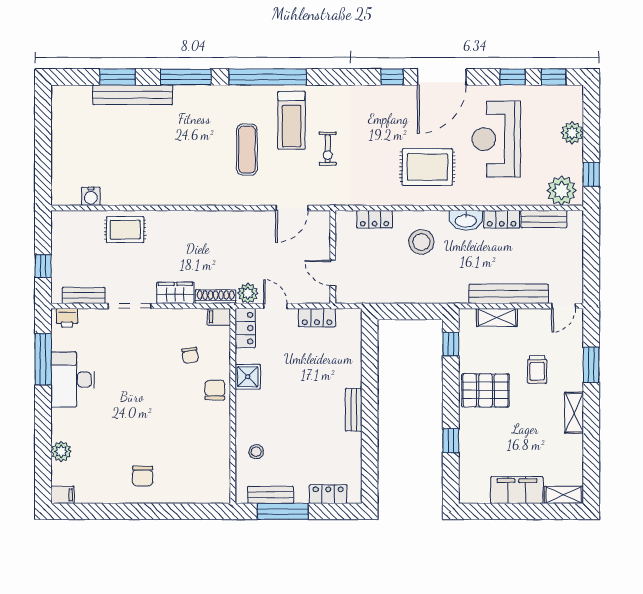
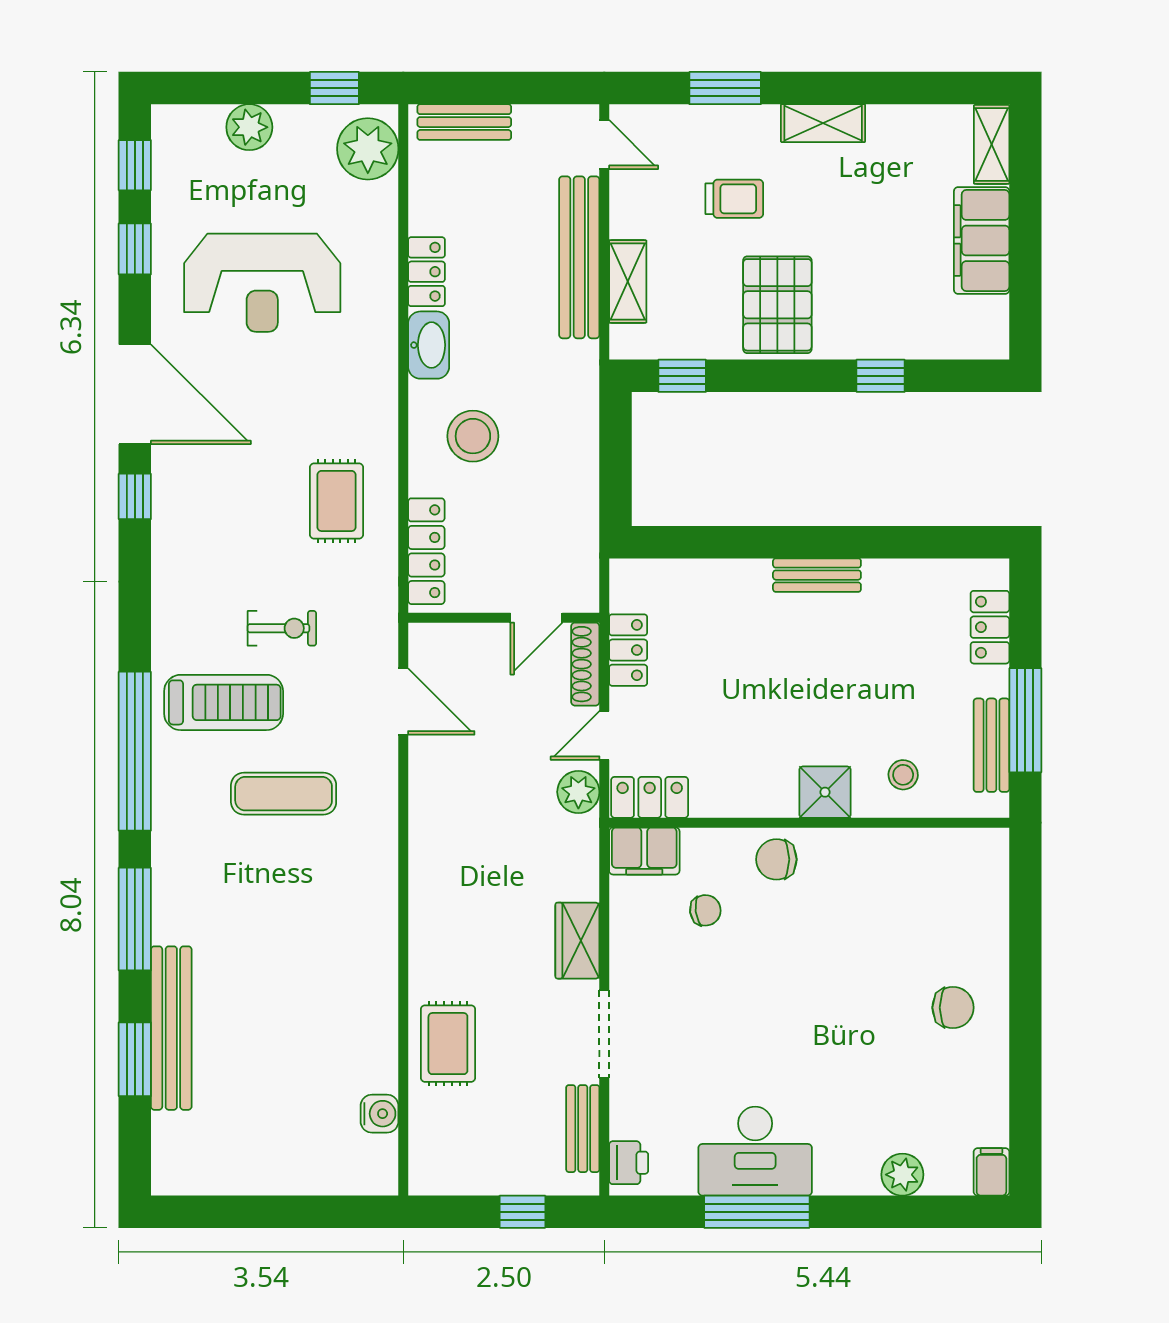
rug: (427, 167) -> (337, 501), moved, width x0.73, depth x0.70
locker: (375, 219) -> (426, 551), width x1.53
bench: (544, 219) -> (464, 122), moved, turned 90
shoe rack: (216, 297) -> (585, 664), moved
filing cabinet: (219, 317) -> (644, 851), width x2.00
window: (43, 359) -> (757, 1212), moved
shower: (248, 377) -> (825, 792), moved

